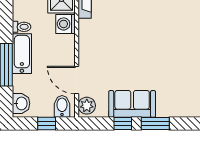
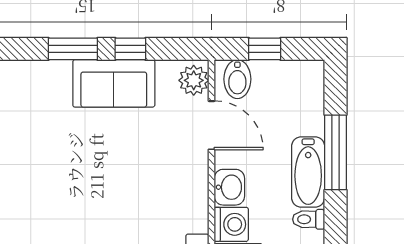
washbasin: (21, 103) -> (229, 187), moved, turned 180

